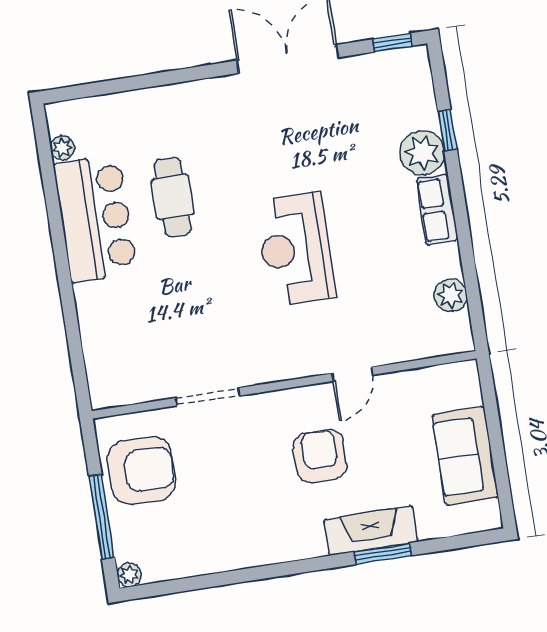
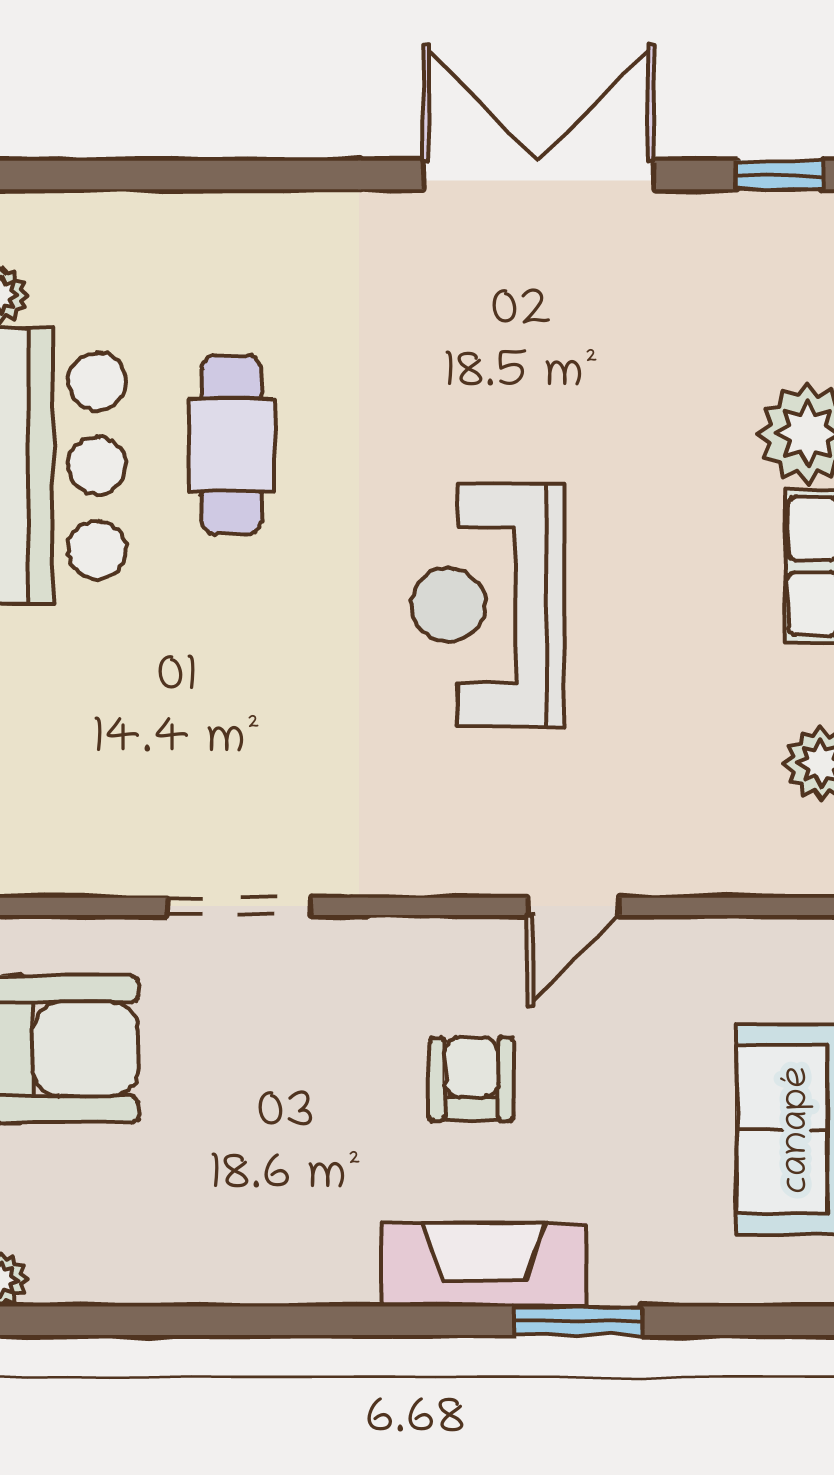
armchair: (320, 456) -> (471, 1079), width x0.72, depth x0.72
fireplace: (371, 531) -> (484, 1265), moved

